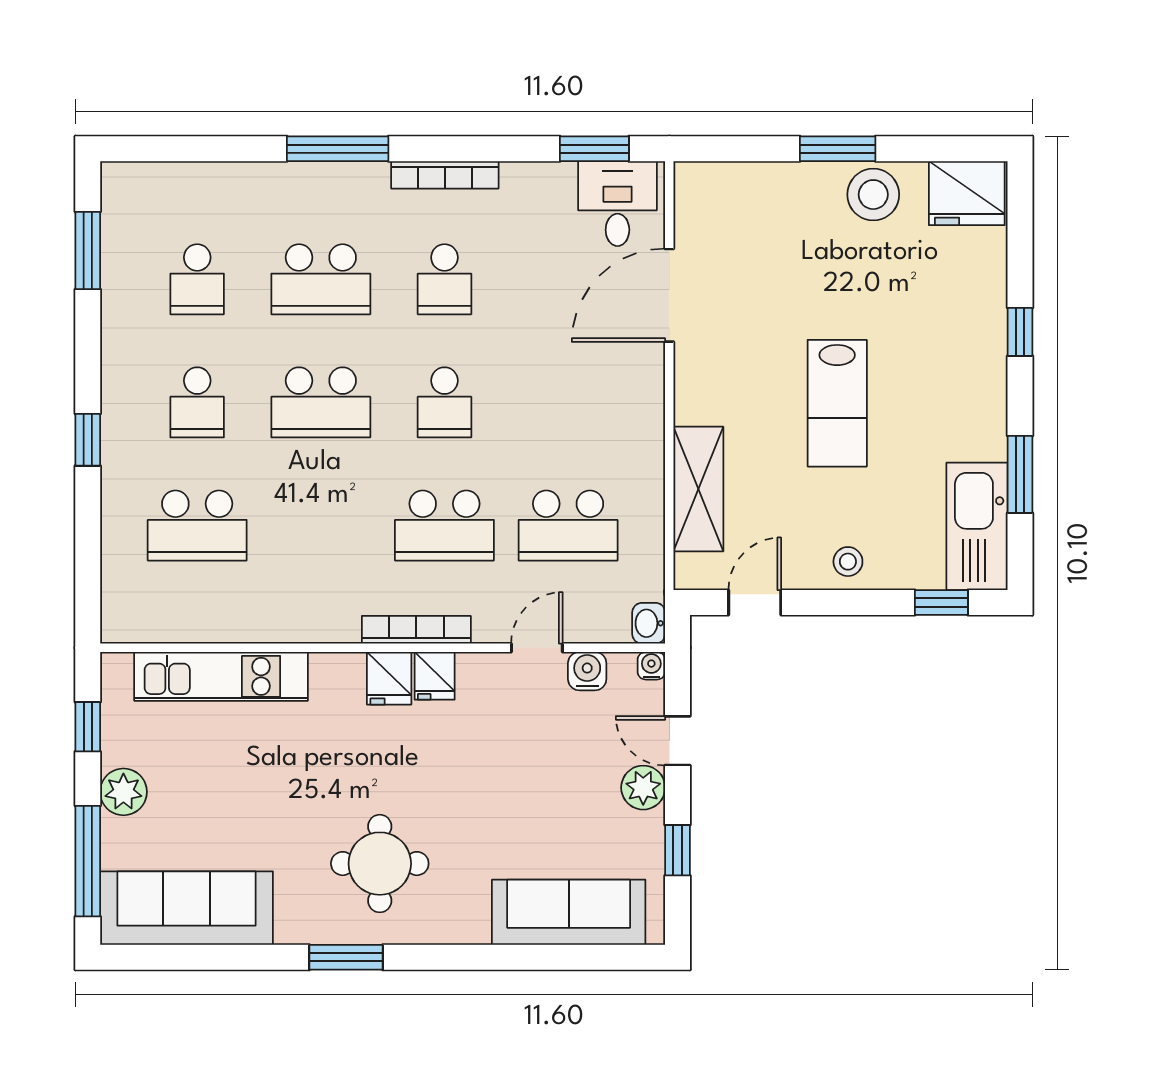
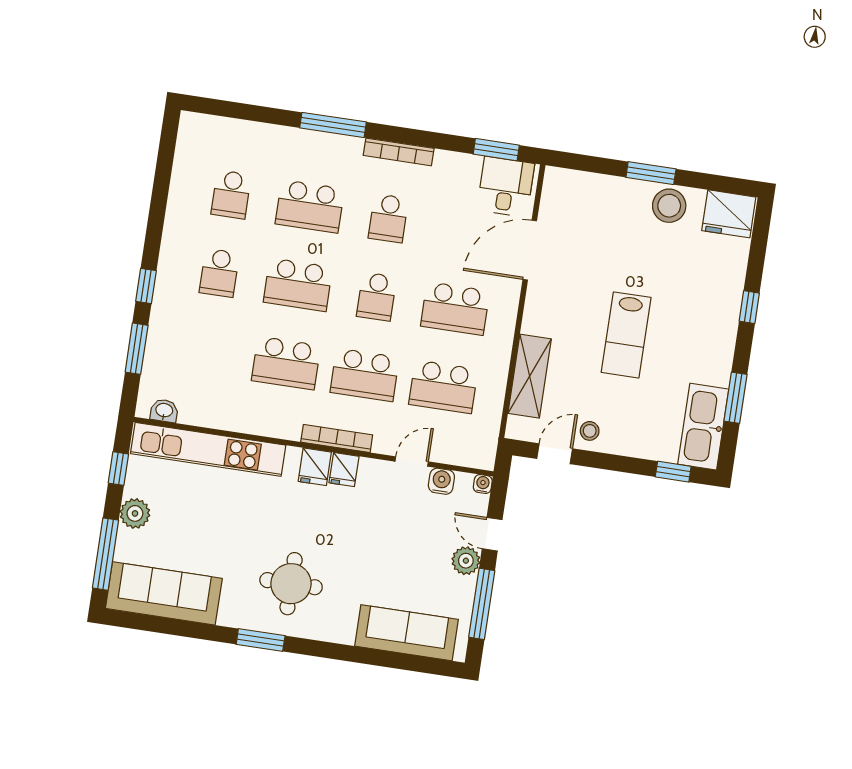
window: (88, 251) -> (137, 349), moved
school desk: (568, 402) -> (455, 308), added
school desk: (197, 525) -> (286, 363), moved
stool: (848, 562) -> (590, 431), moved
washbasin: (649, 623) -> (164, 411), moved, turned 90
kitchen unit: (221, 676) -> (208, 449), width x1.36
window: (678, 850) -> (482, 604), width x2.17

